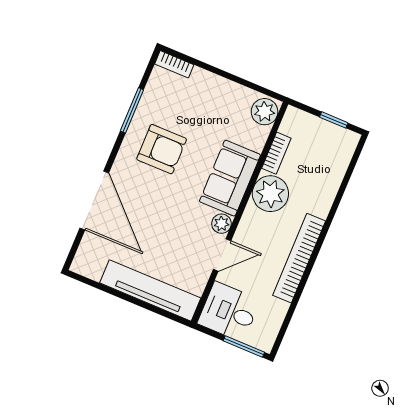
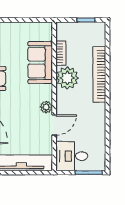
plant: (265, 112) -> (44, 32), removed
sofa: (230, 178) -> (40, 63), moved
bookcase: (299, 258) -> (99, 74), moved

